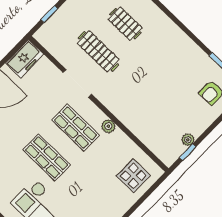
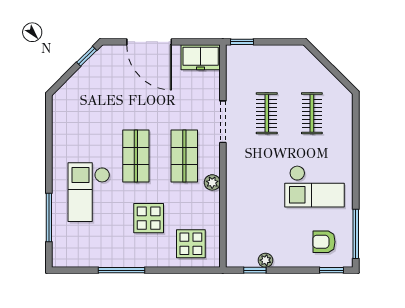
window: (49, 14) -> (242, 42), moved
clothes rail: (98, 51) -> (267, 113), width x0.73
checkout: (172, 66) -> (314, 186), added
display table: (92, 187) -> (149, 218), added

